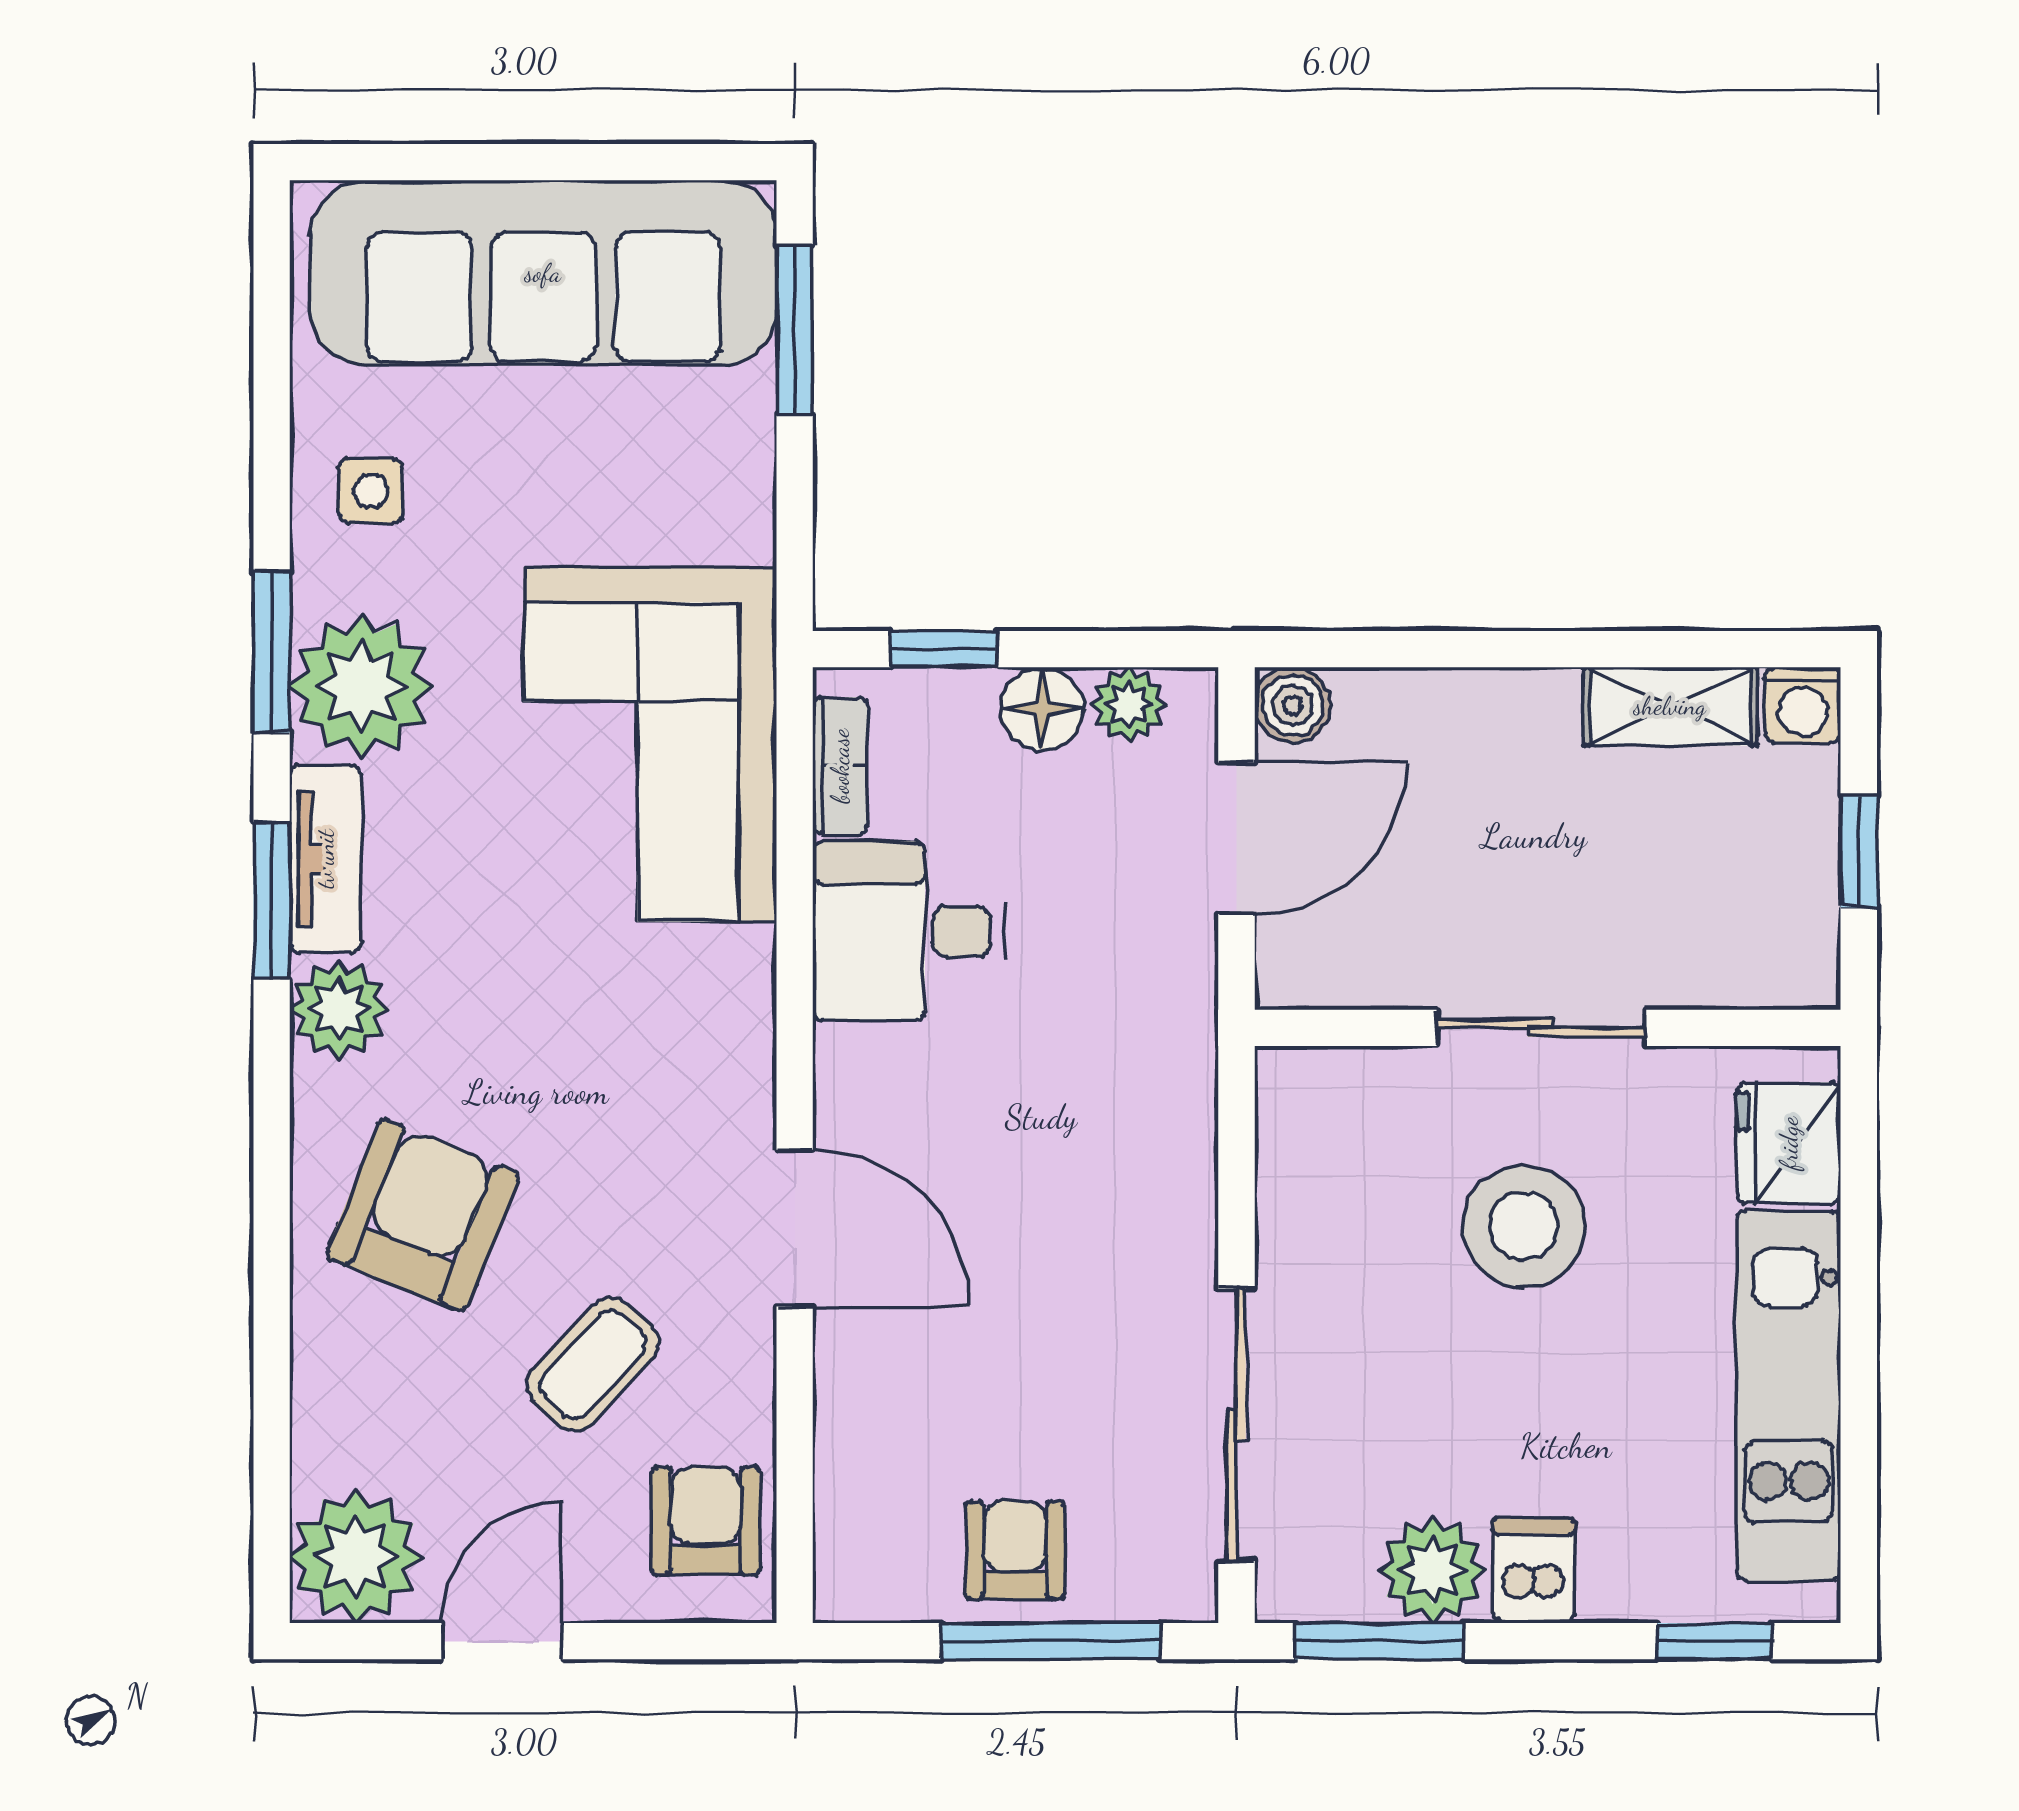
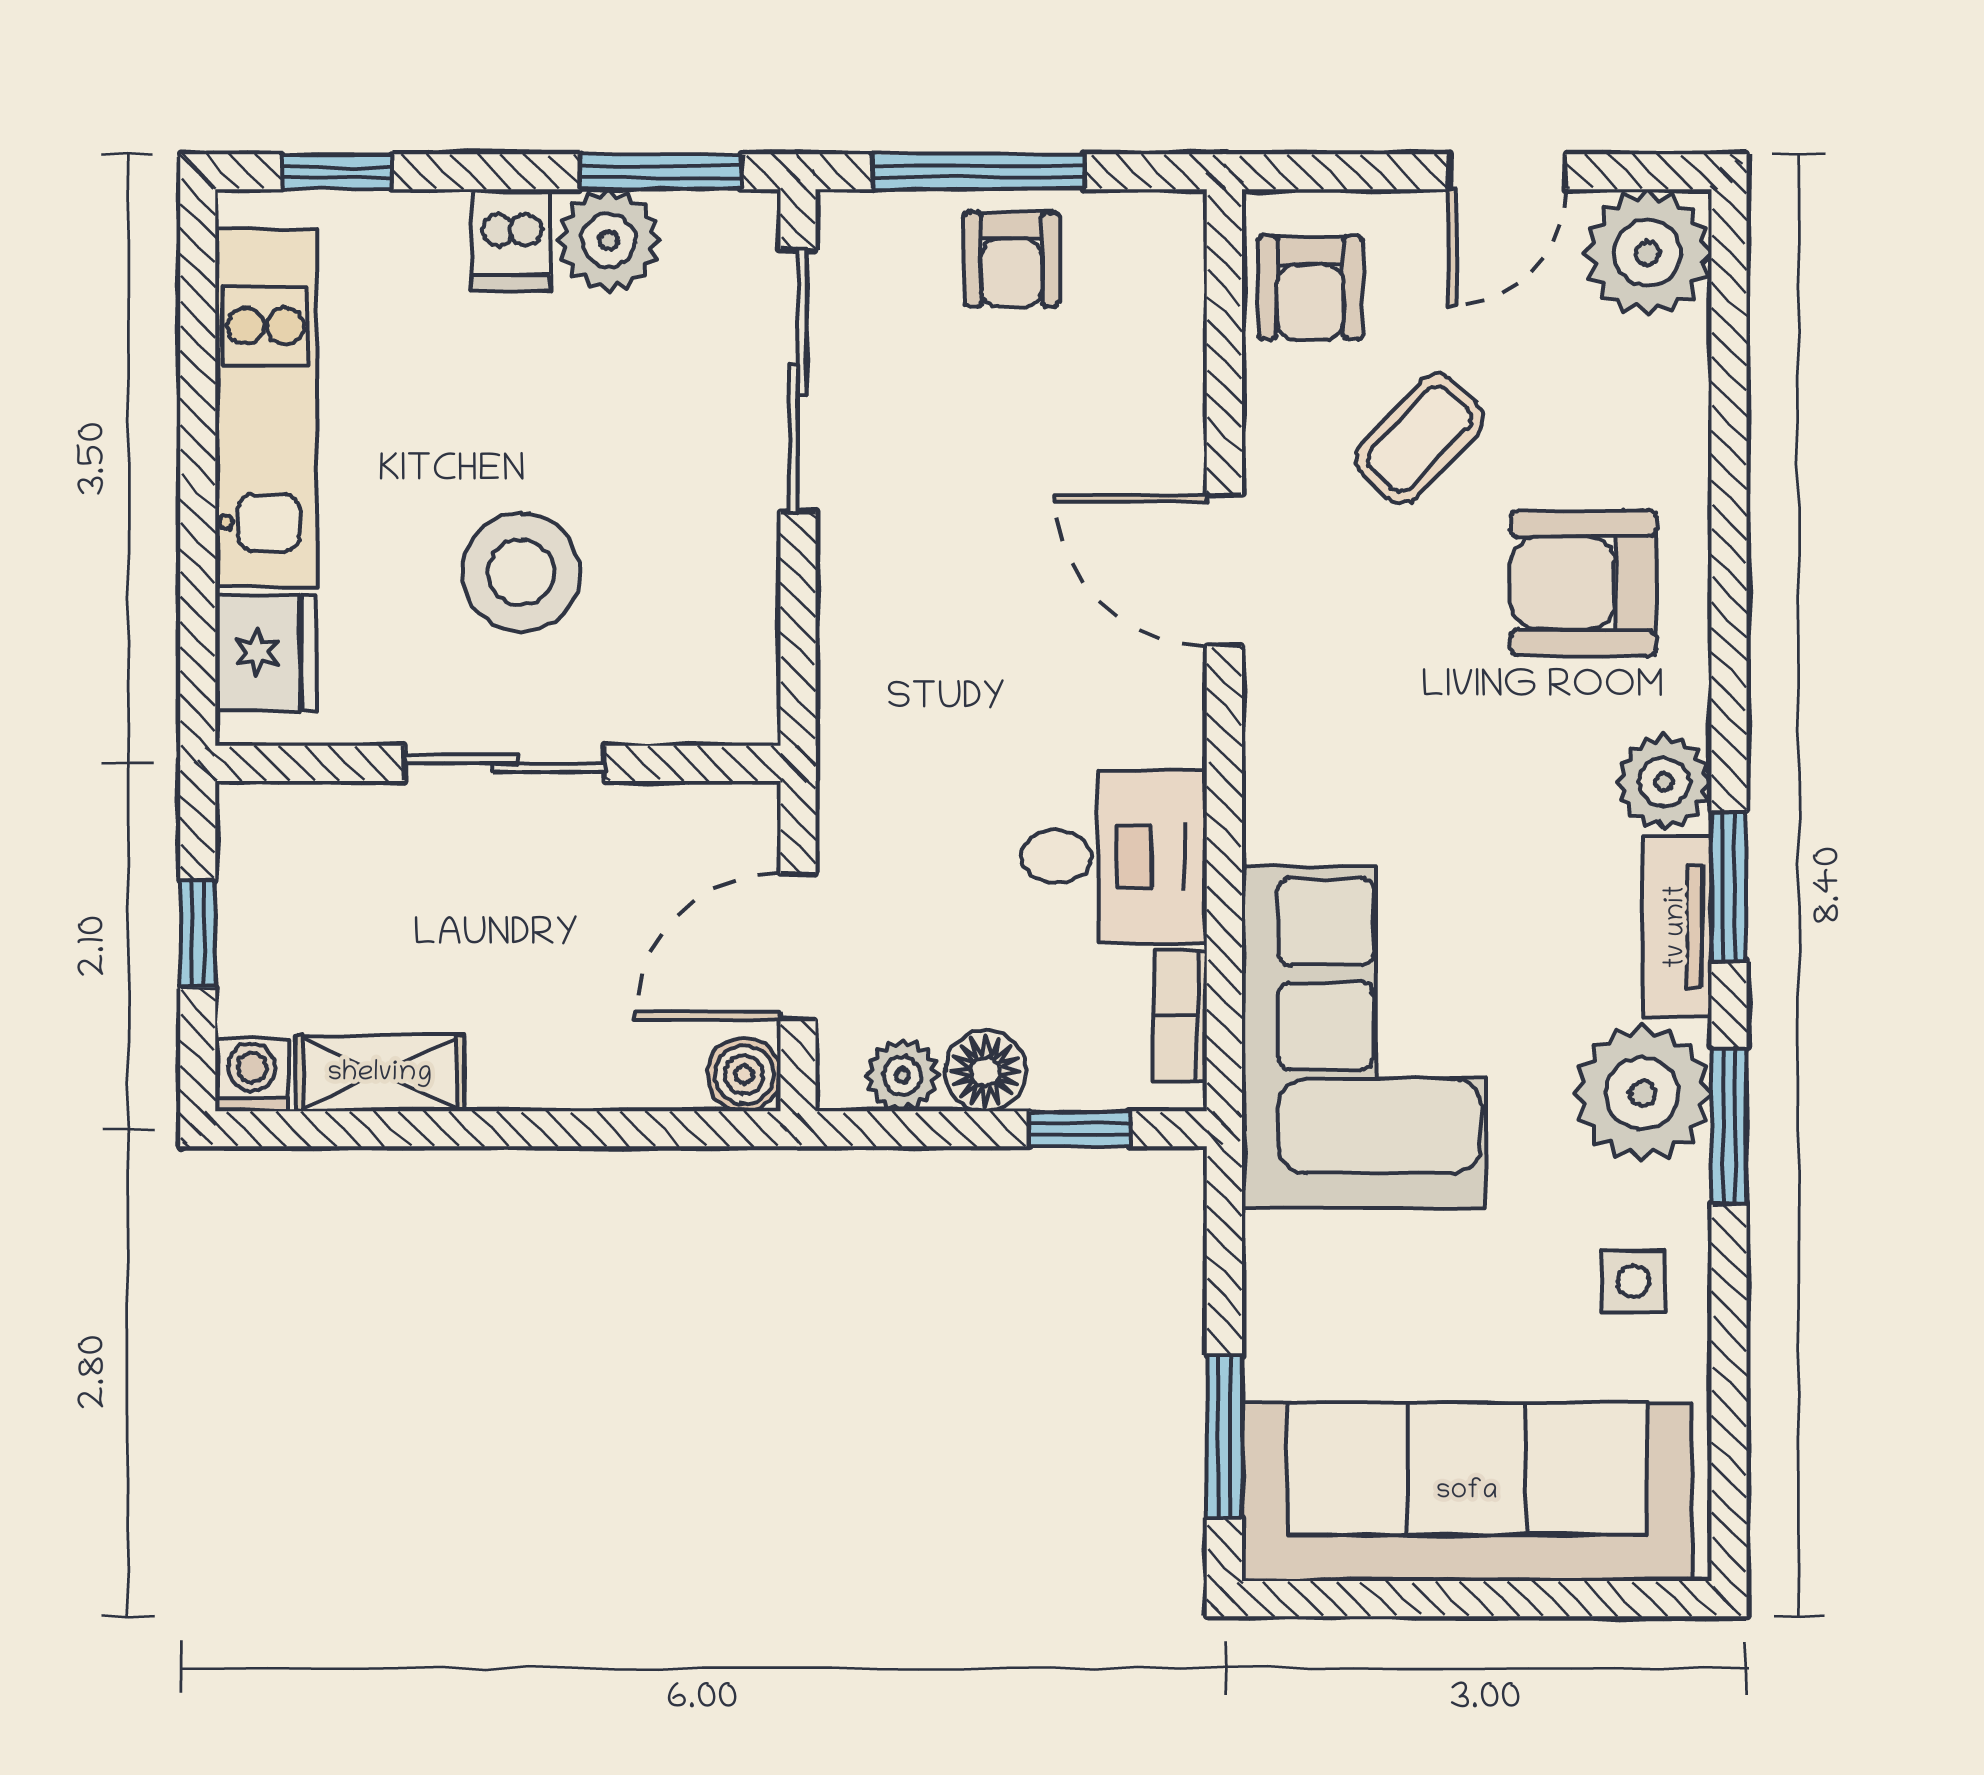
armchair: (423, 1215) -> (1583, 583), turned 68

